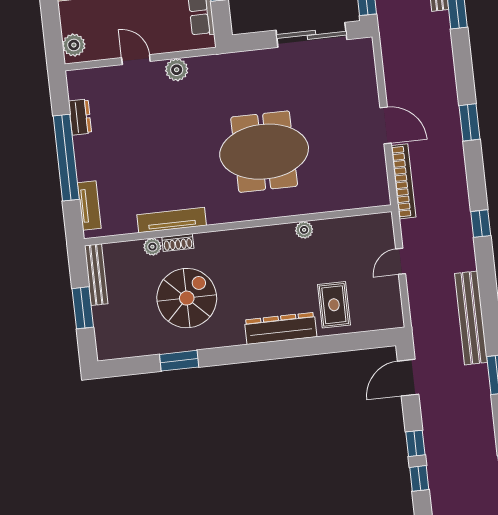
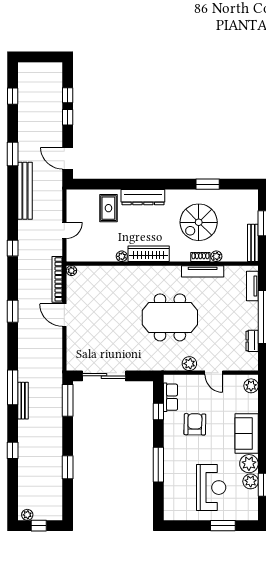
meeting table: (264, 152) -> (170, 317), moved
plant: (382, 198) -> (71, 271), added
wardrobe: (261, 239) -> (149, 254), added
door: (408, 378) -> (68, 158), swing flipped

